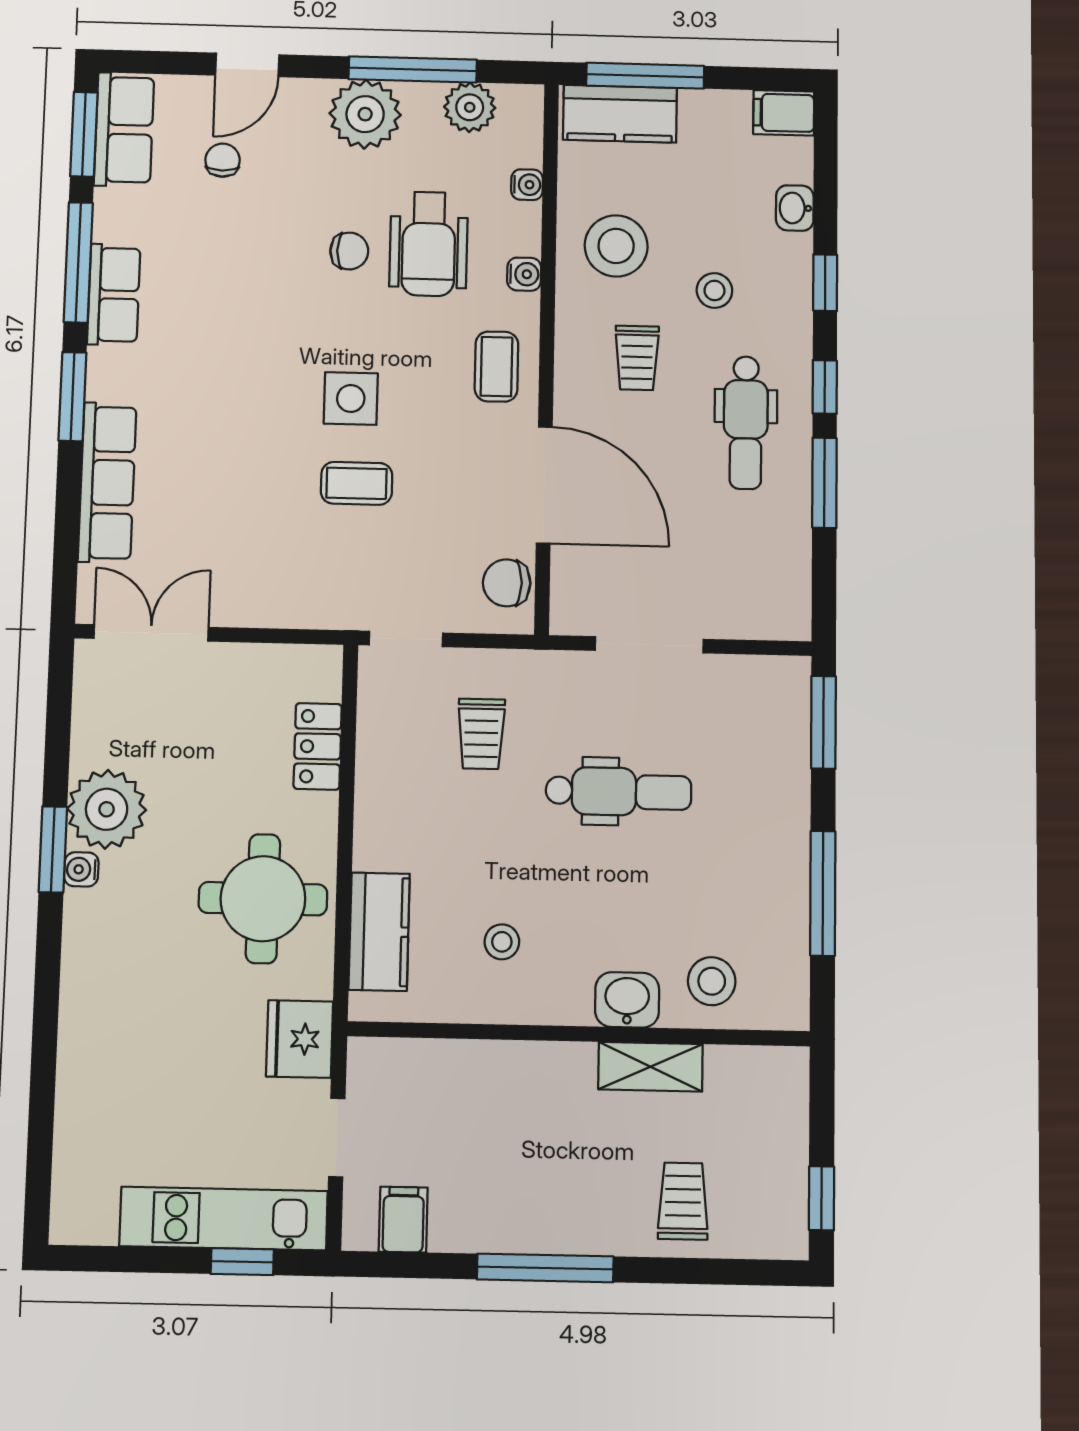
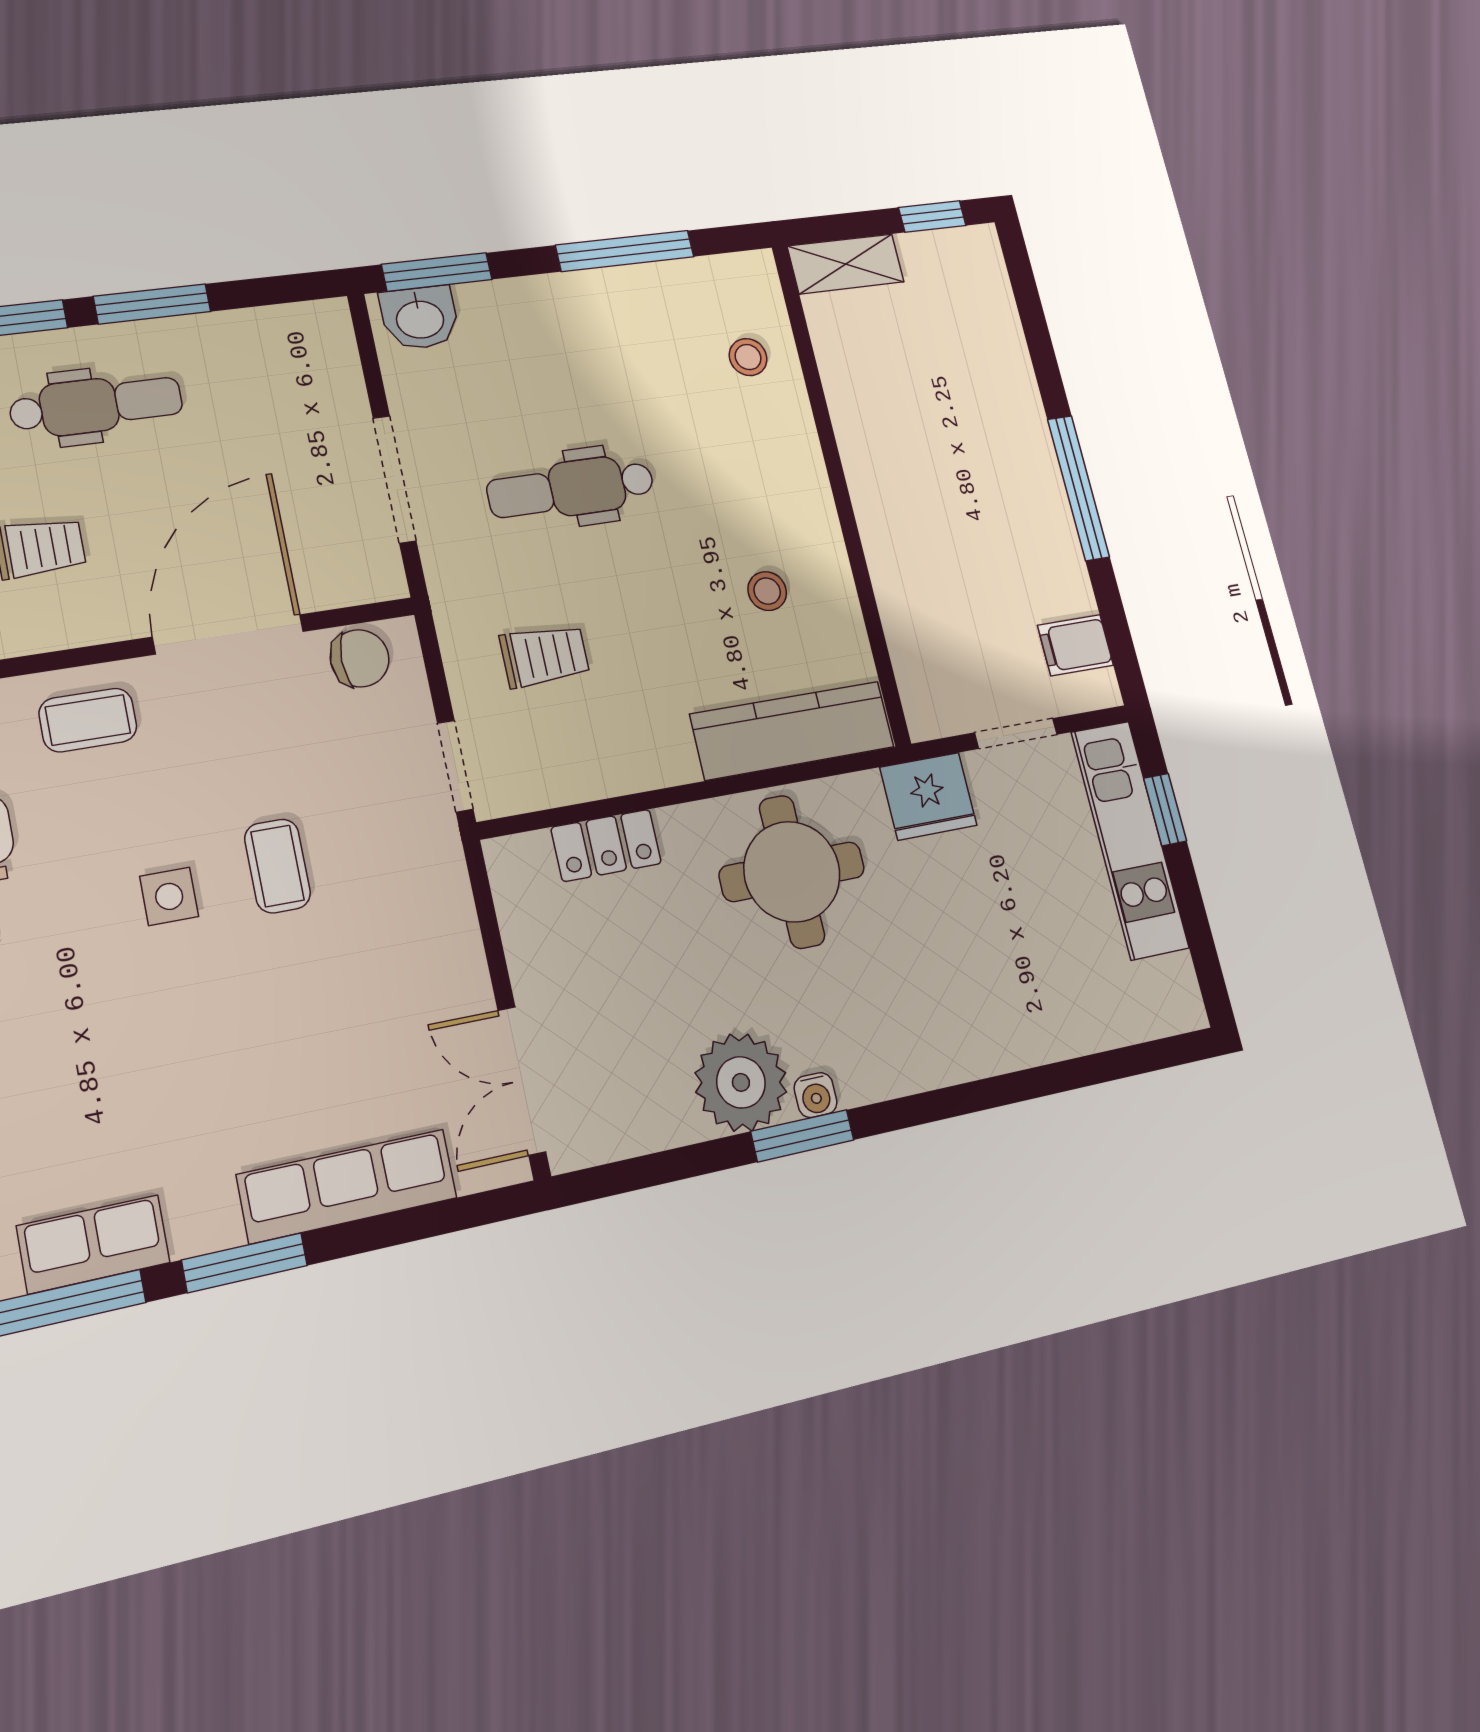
side table: (351, 398) -> (169, 896), width x0.73, depth x0.73
chair: (507, 583) -> (360, 658), turned -90
dental chair: (619, 792) -> (571, 488), turned -90
kitchen counter: (379, 932) -> (792, 731), width x1.50
stool: (712, 981) -> (748, 357), width x0.73, depth x0.73
washbasin: (627, 1000) -> (420, 318), moved, turned -90
shelving: (650, 1067) -> (846, 264), moved, turned 90
trolley: (683, 1201) -> (975, 356), removed

